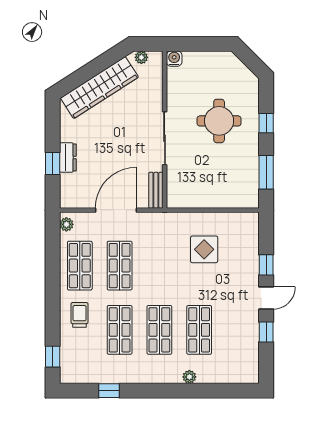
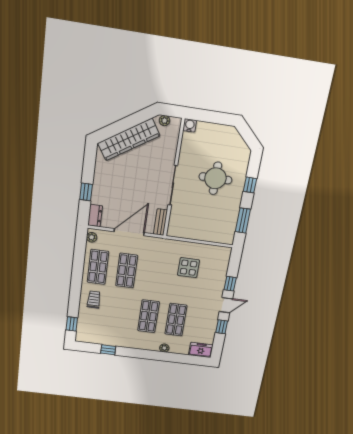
dresser: (68, 158) -> (95, 216), moved
shop shelf: (120, 330) -> (121, 313), removed
freezer: (243, 373) -> (201, 350), added

